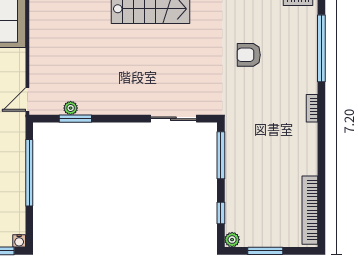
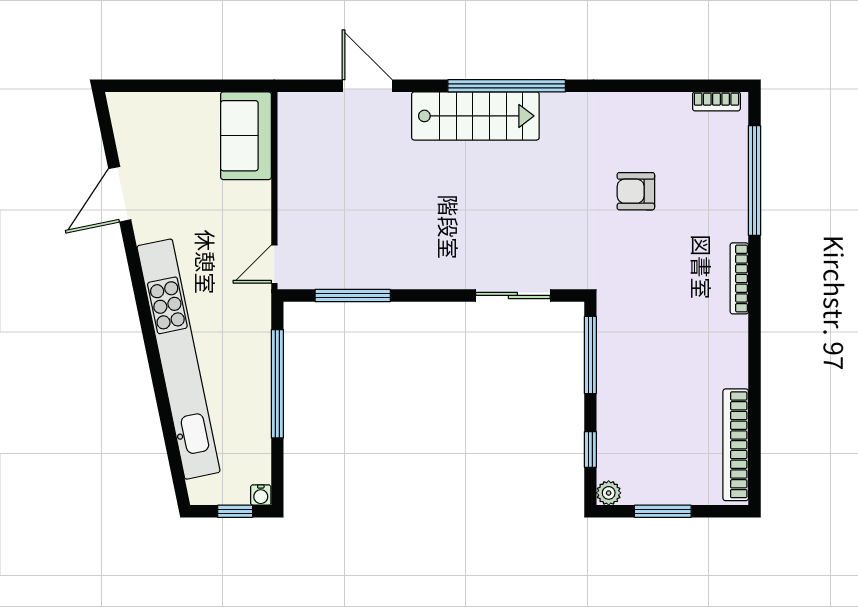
plant: (71, 108) -> (345, 278), removed
bookcase: (312, 108) -> (739, 278), width x1.56
window: (75, 119) -> (353, 295), width x1.44

